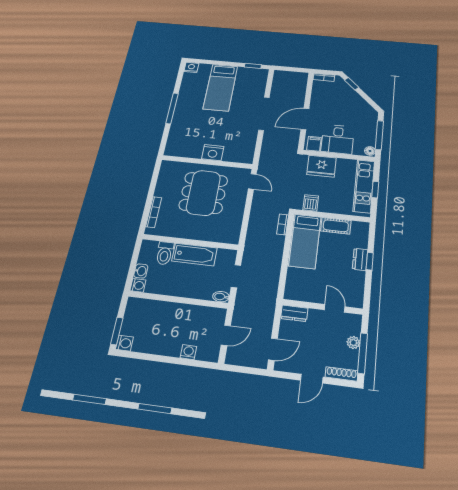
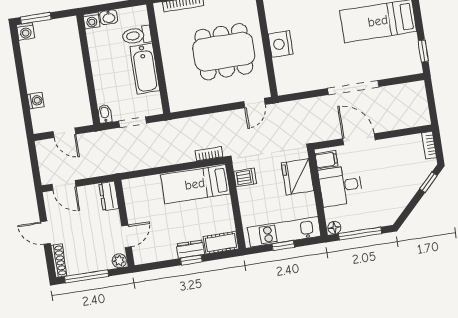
cot: (336, 226) -> (221, 243), moved, turned 90
plant: (353, 343) -> (119, 261), moved

